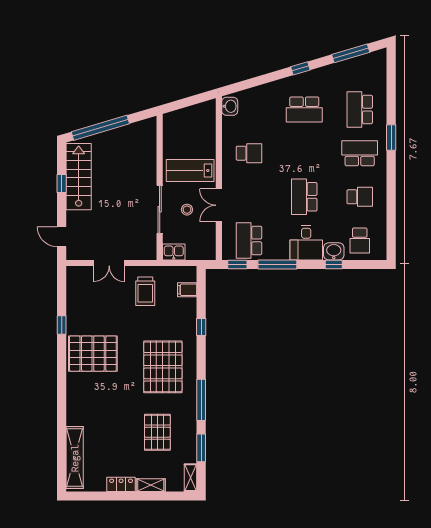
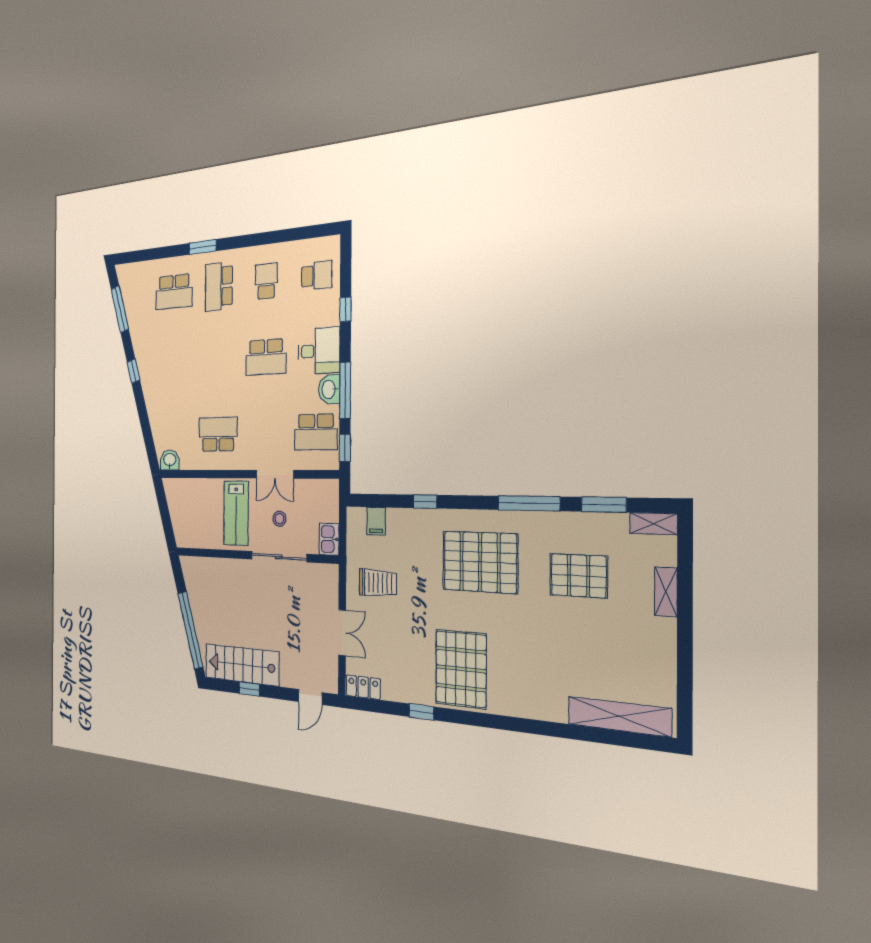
school desk: (304, 110) -> (174, 363), removed
school desk: (249, 153) -> (218, 434), width x1.85
washbasin: (334, 251) -> (329, 389), moved
locker: (121, 484) -> (363, 687), moved, turned 90

